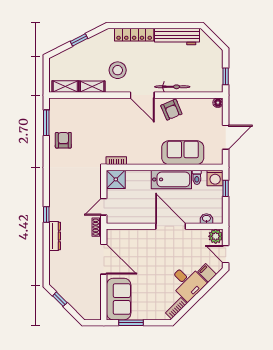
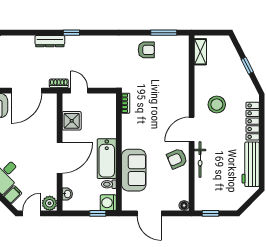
shelving: (92, 87) -> (200, 79), removed
shower: (116, 179) -> (72, 121), moved

